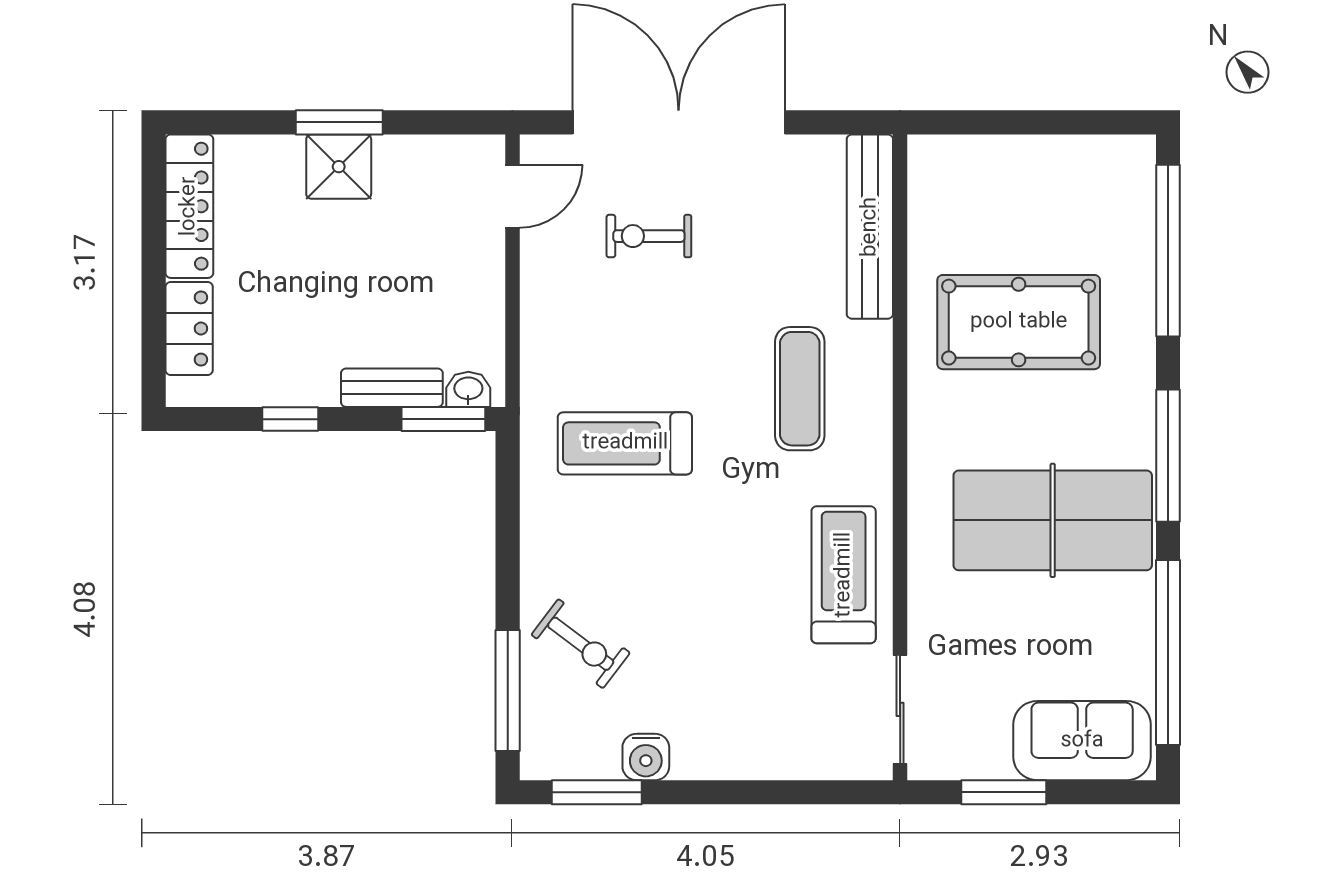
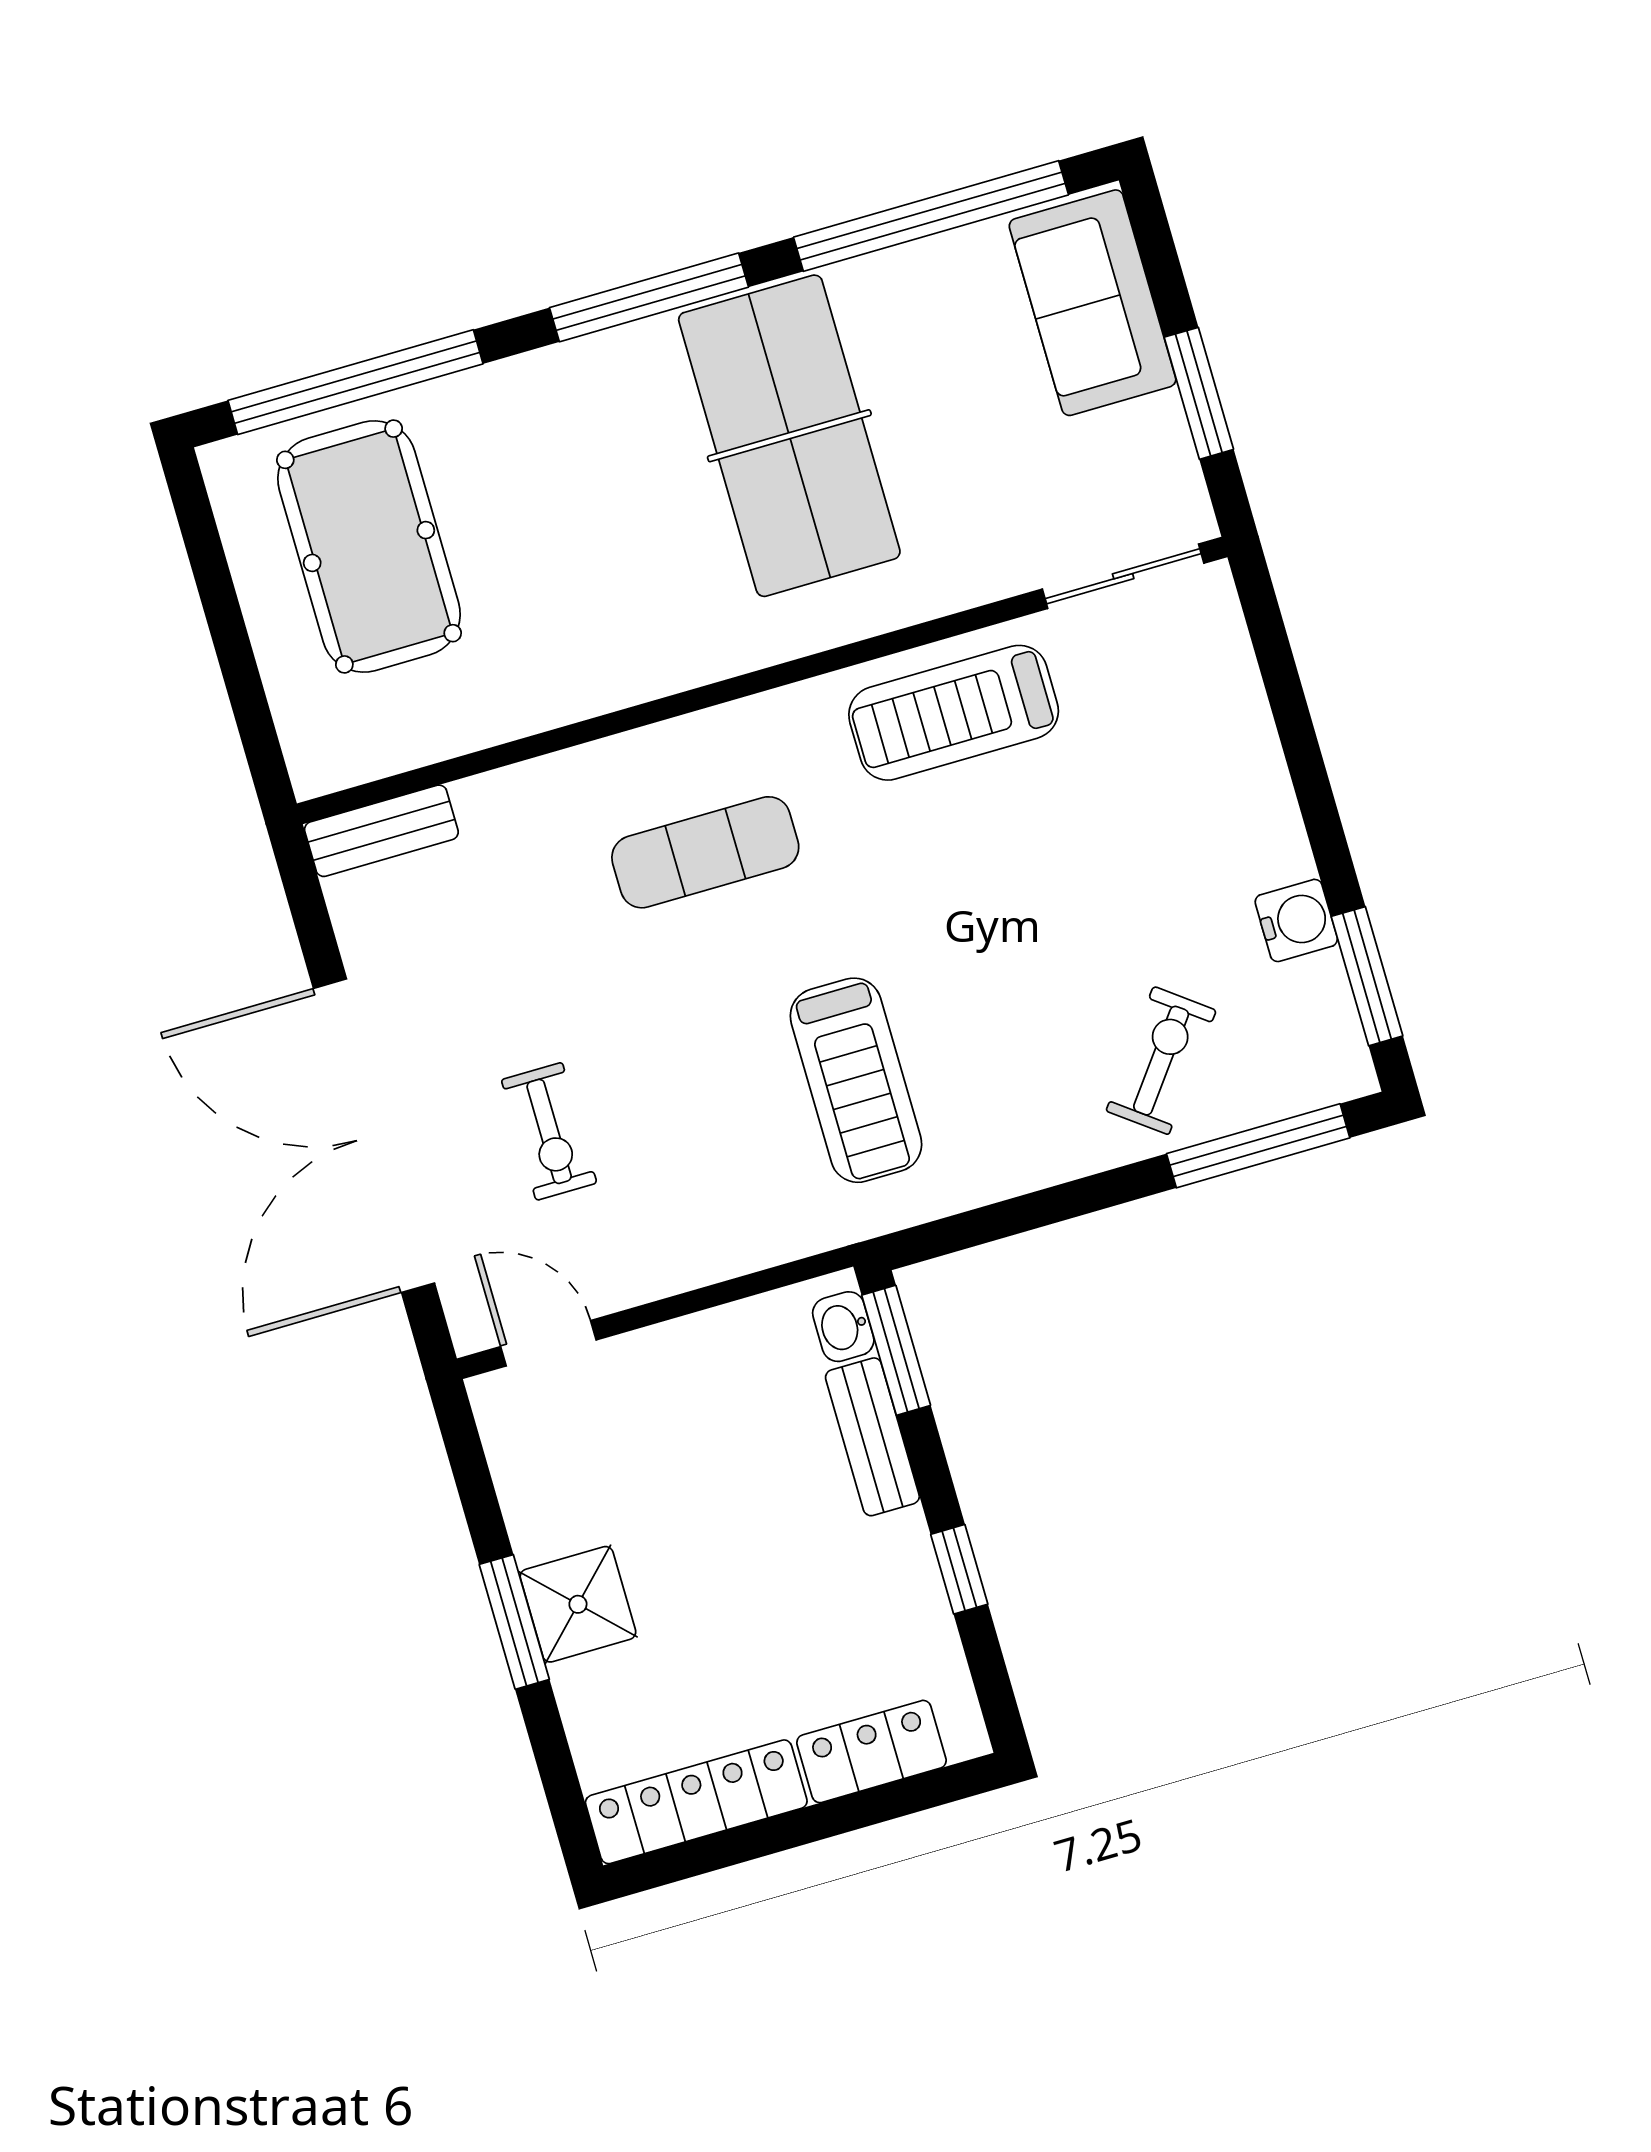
bench: (870, 227) -> (381, 831), width x0.54, depth x0.82
pool table: (1019, 322) -> (369, 547), moved

